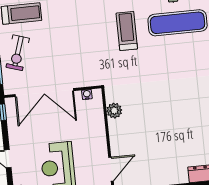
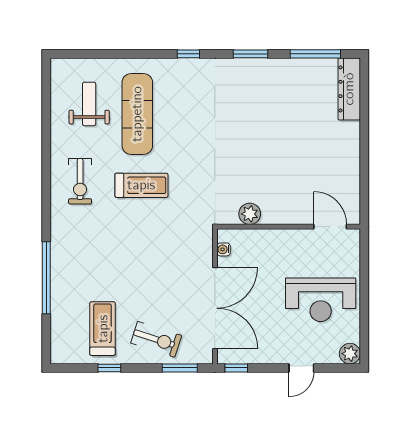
treadmill: (127, 31) -> (141, 185), turned 180

